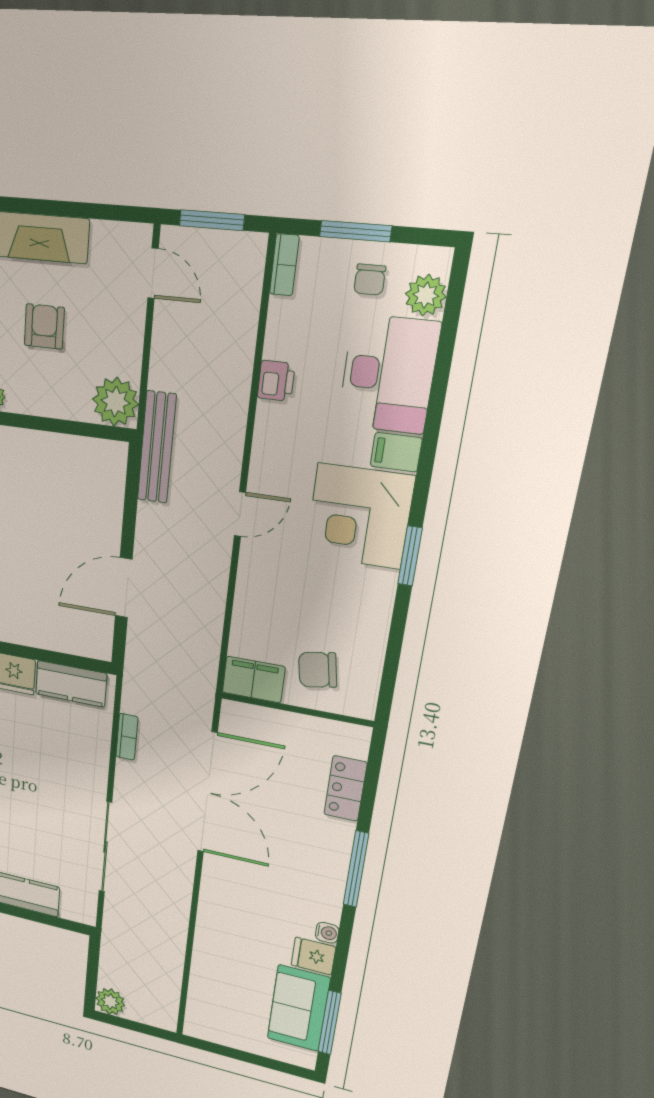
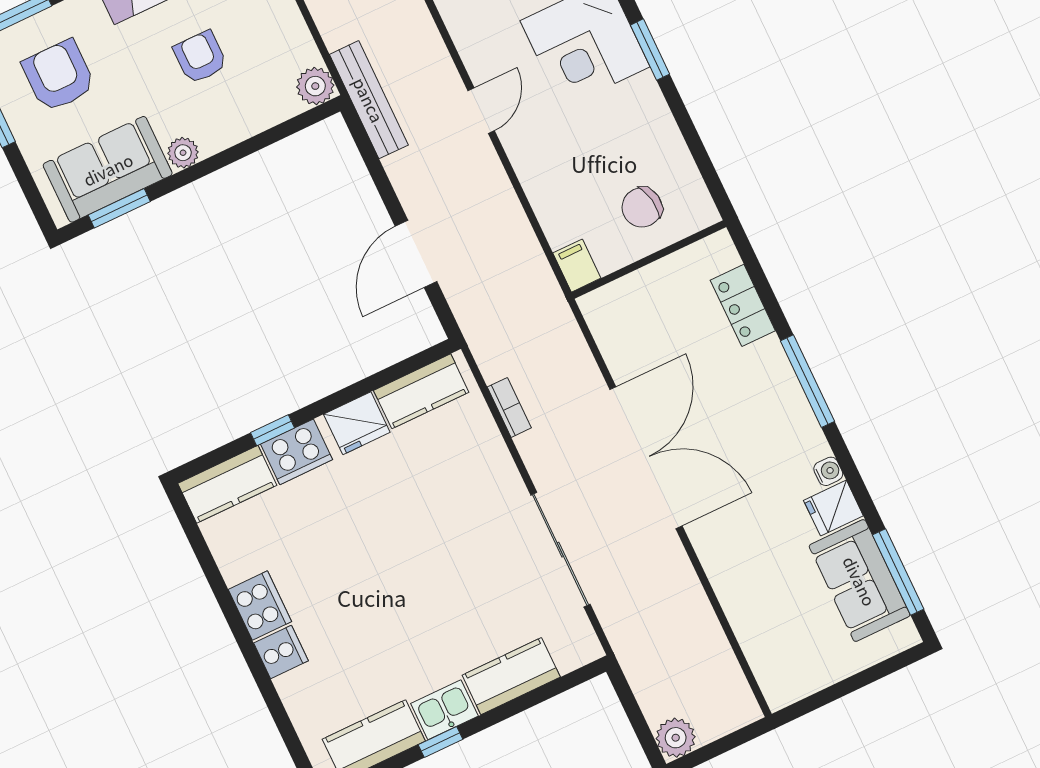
plant: (115, 402) -> (315, 86), width x0.73, depth x0.73
filing cabinet: (254, 680) -> (577, 266), width x0.50
double door: (207, 793) -> (646, 458), moved

